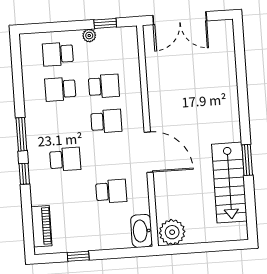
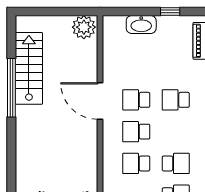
window: (247, 160) -> (11, 88), width x2.11
school desk: (111, 191) -> (136, 100), moved
washbasin: (142, 231) -> (141, 24), moved, turned 90

